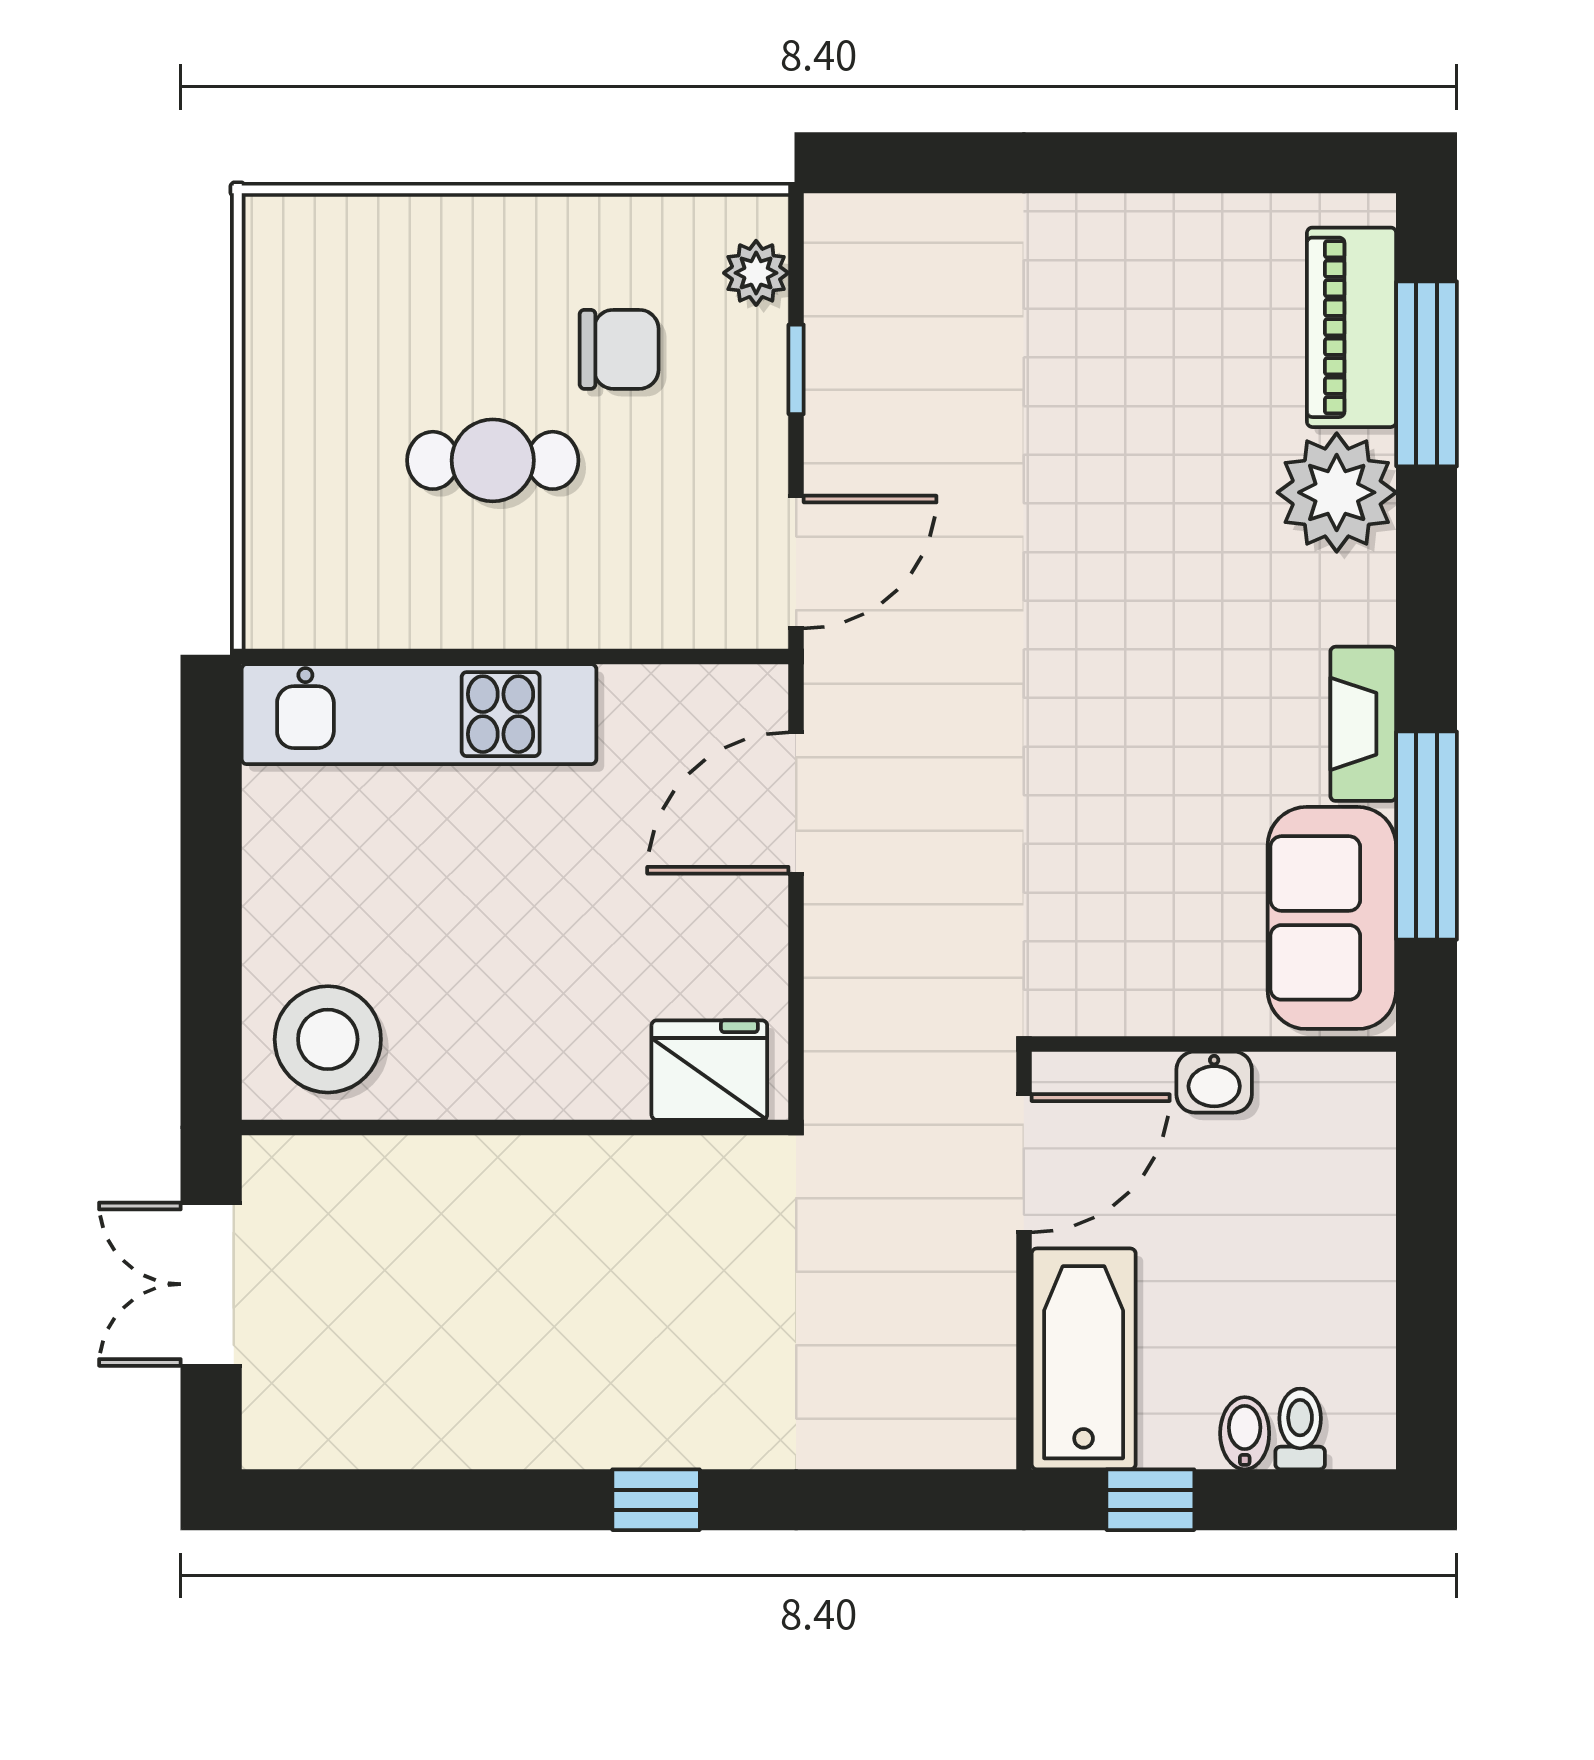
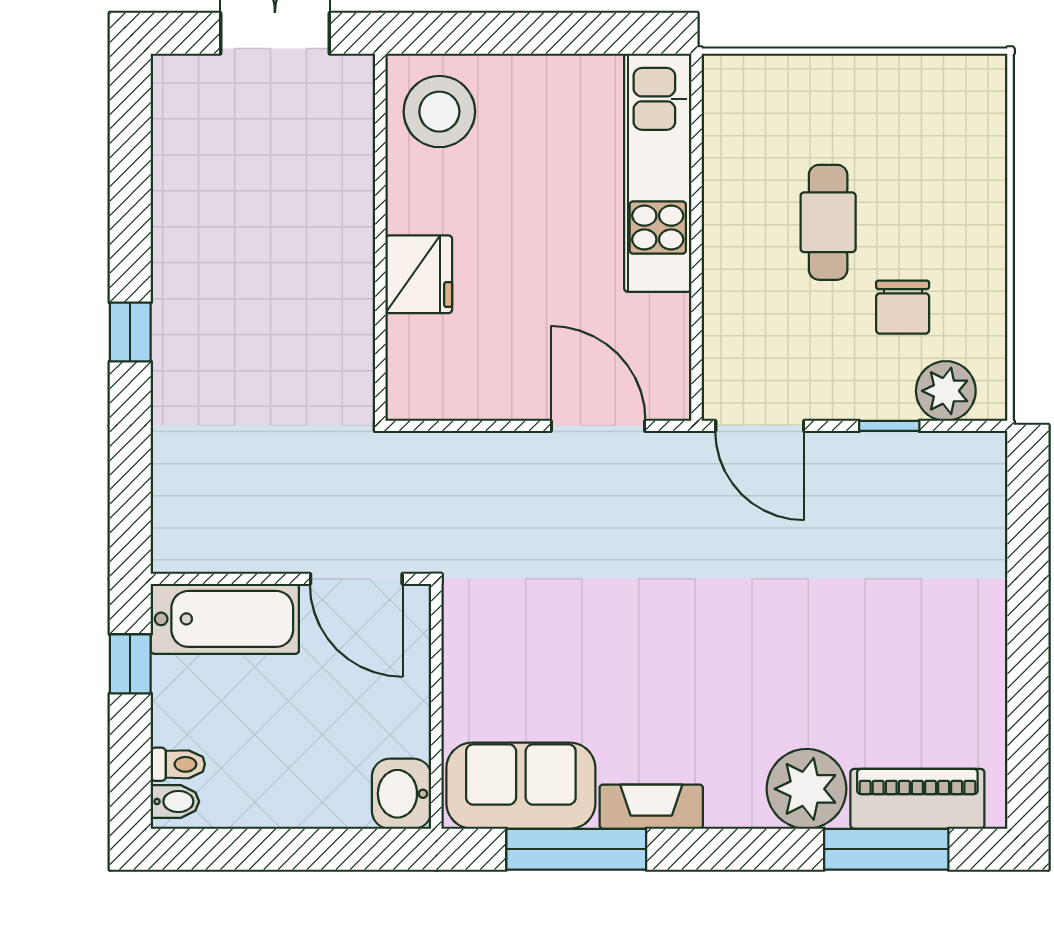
plant: (756, 273) -> (946, 391), width x1.38, depth x1.38
fridge: (709, 1070) -> (419, 274), moved
washbasin: (1214, 1082) -> (402, 794), moved, width x1.38, depth x1.45
bidet: (1245, 1433) -> (175, 801), moved

